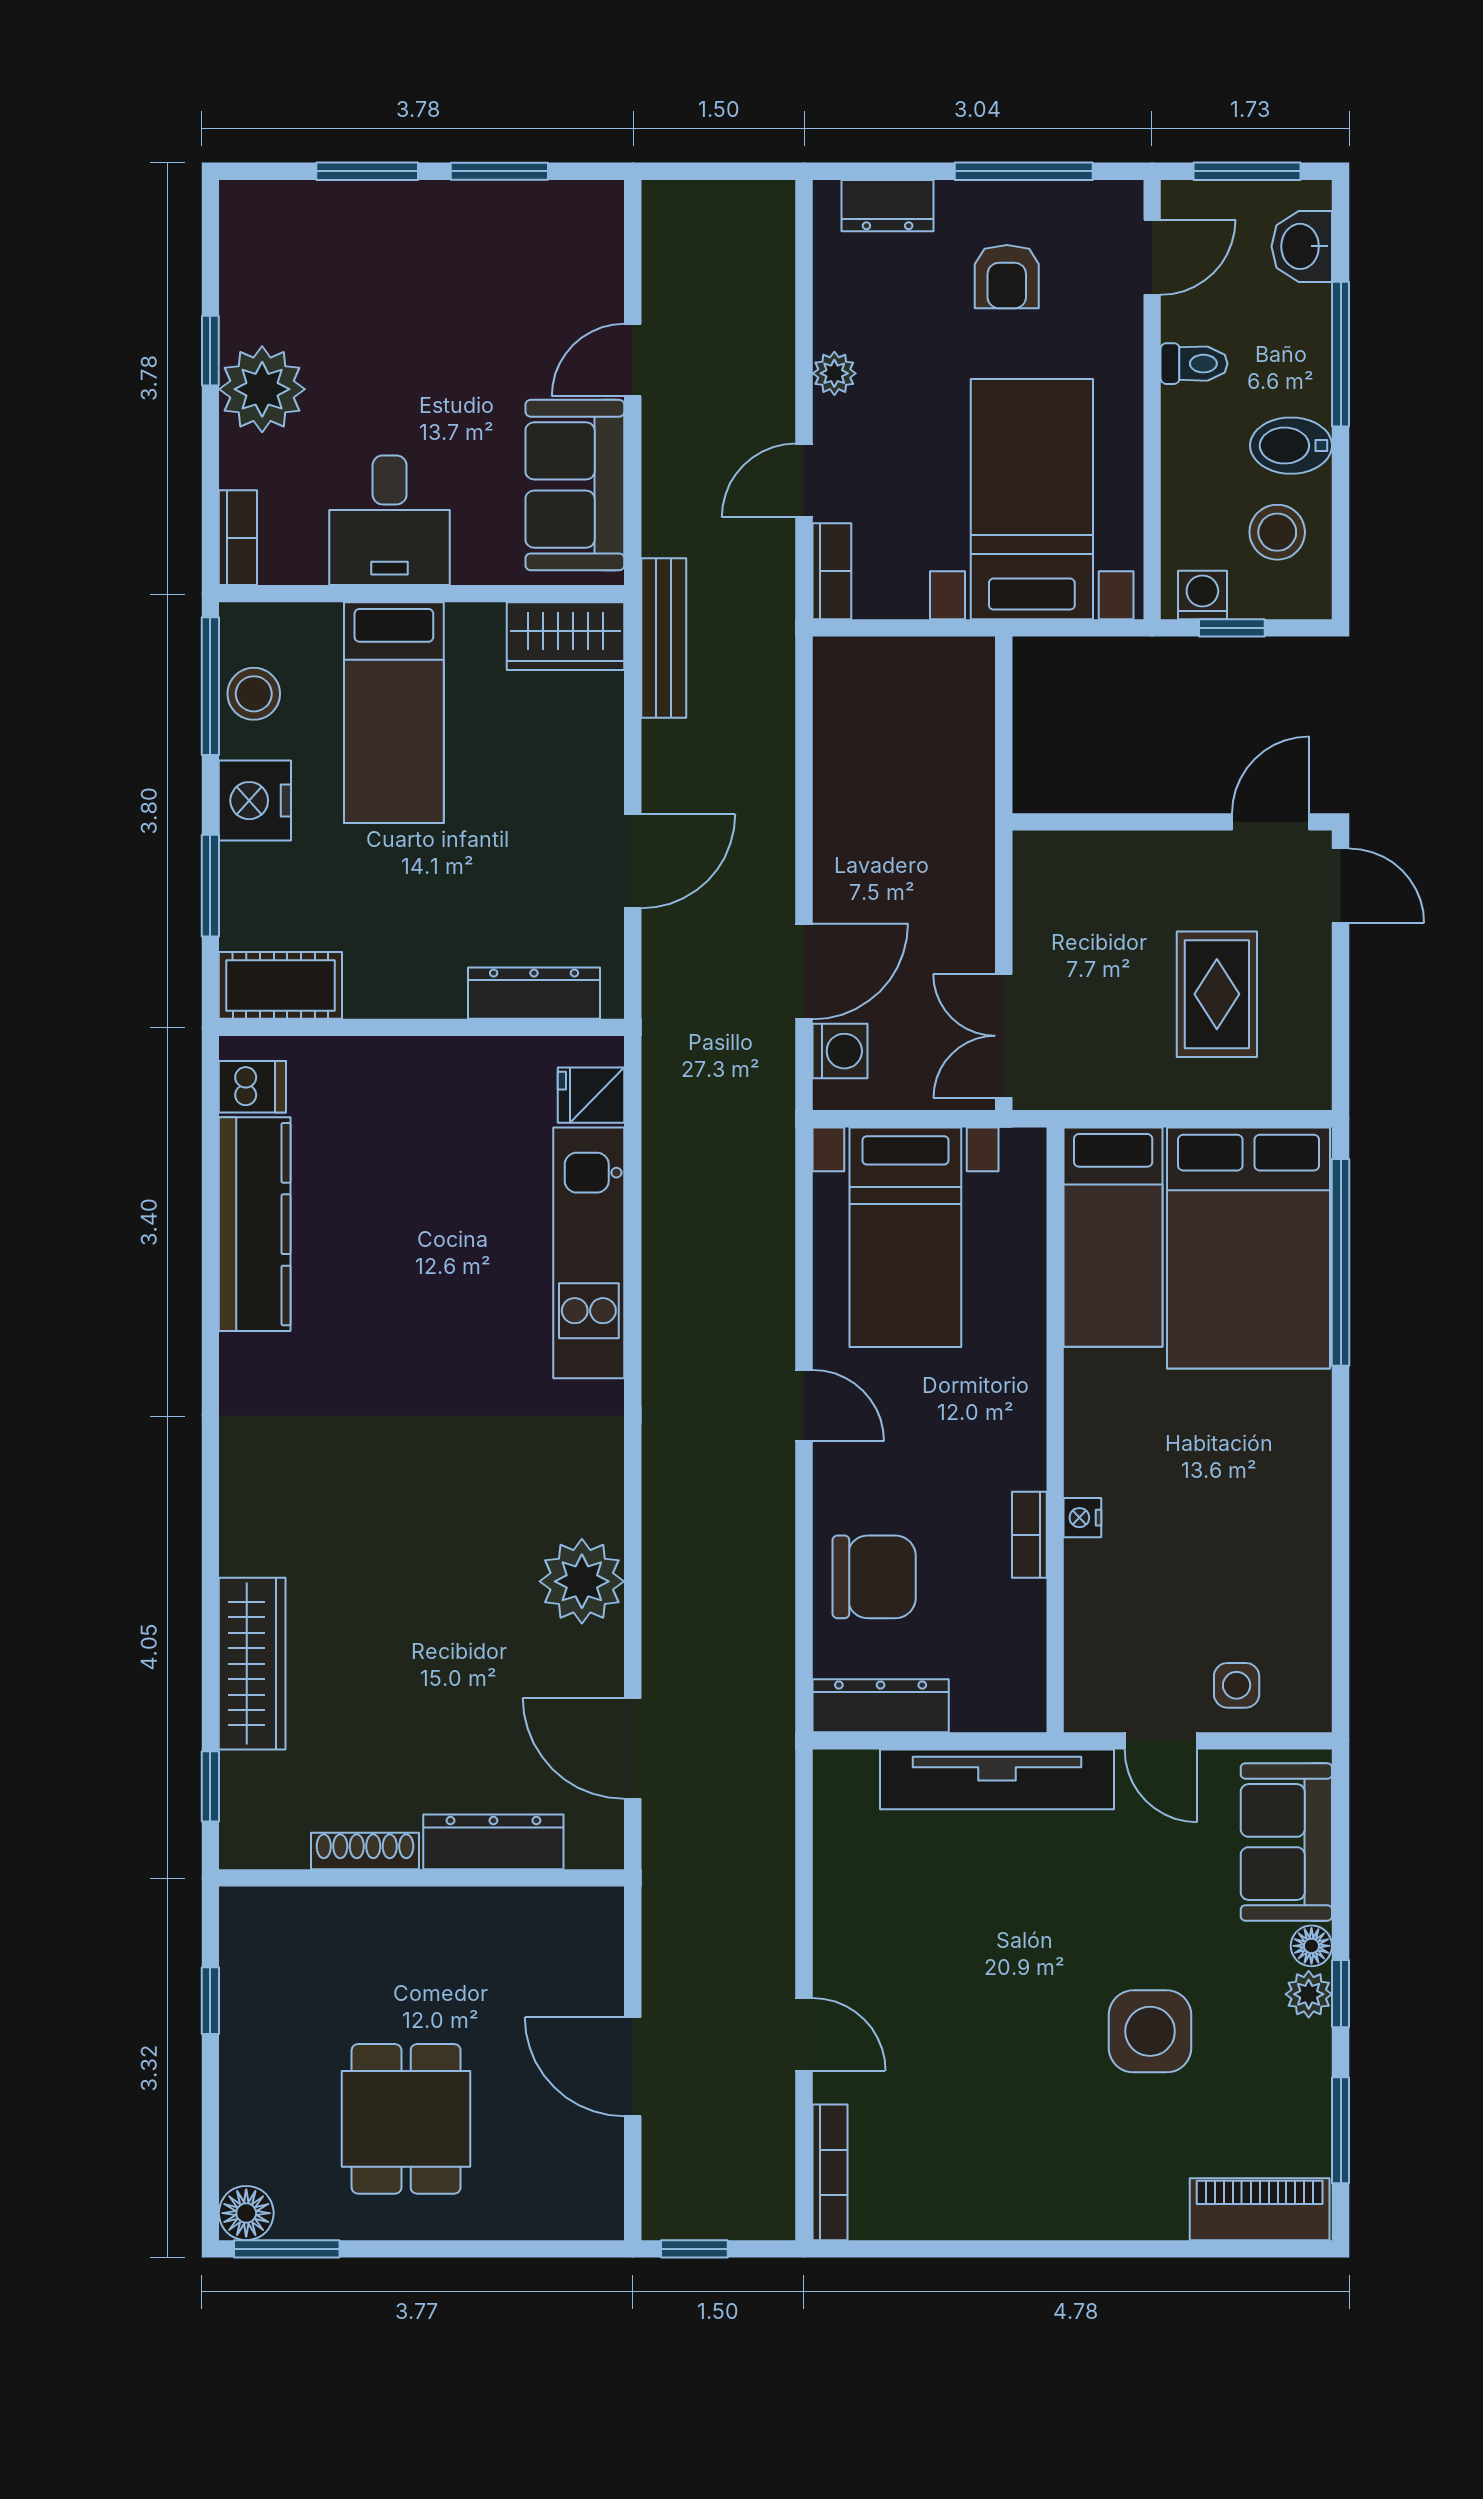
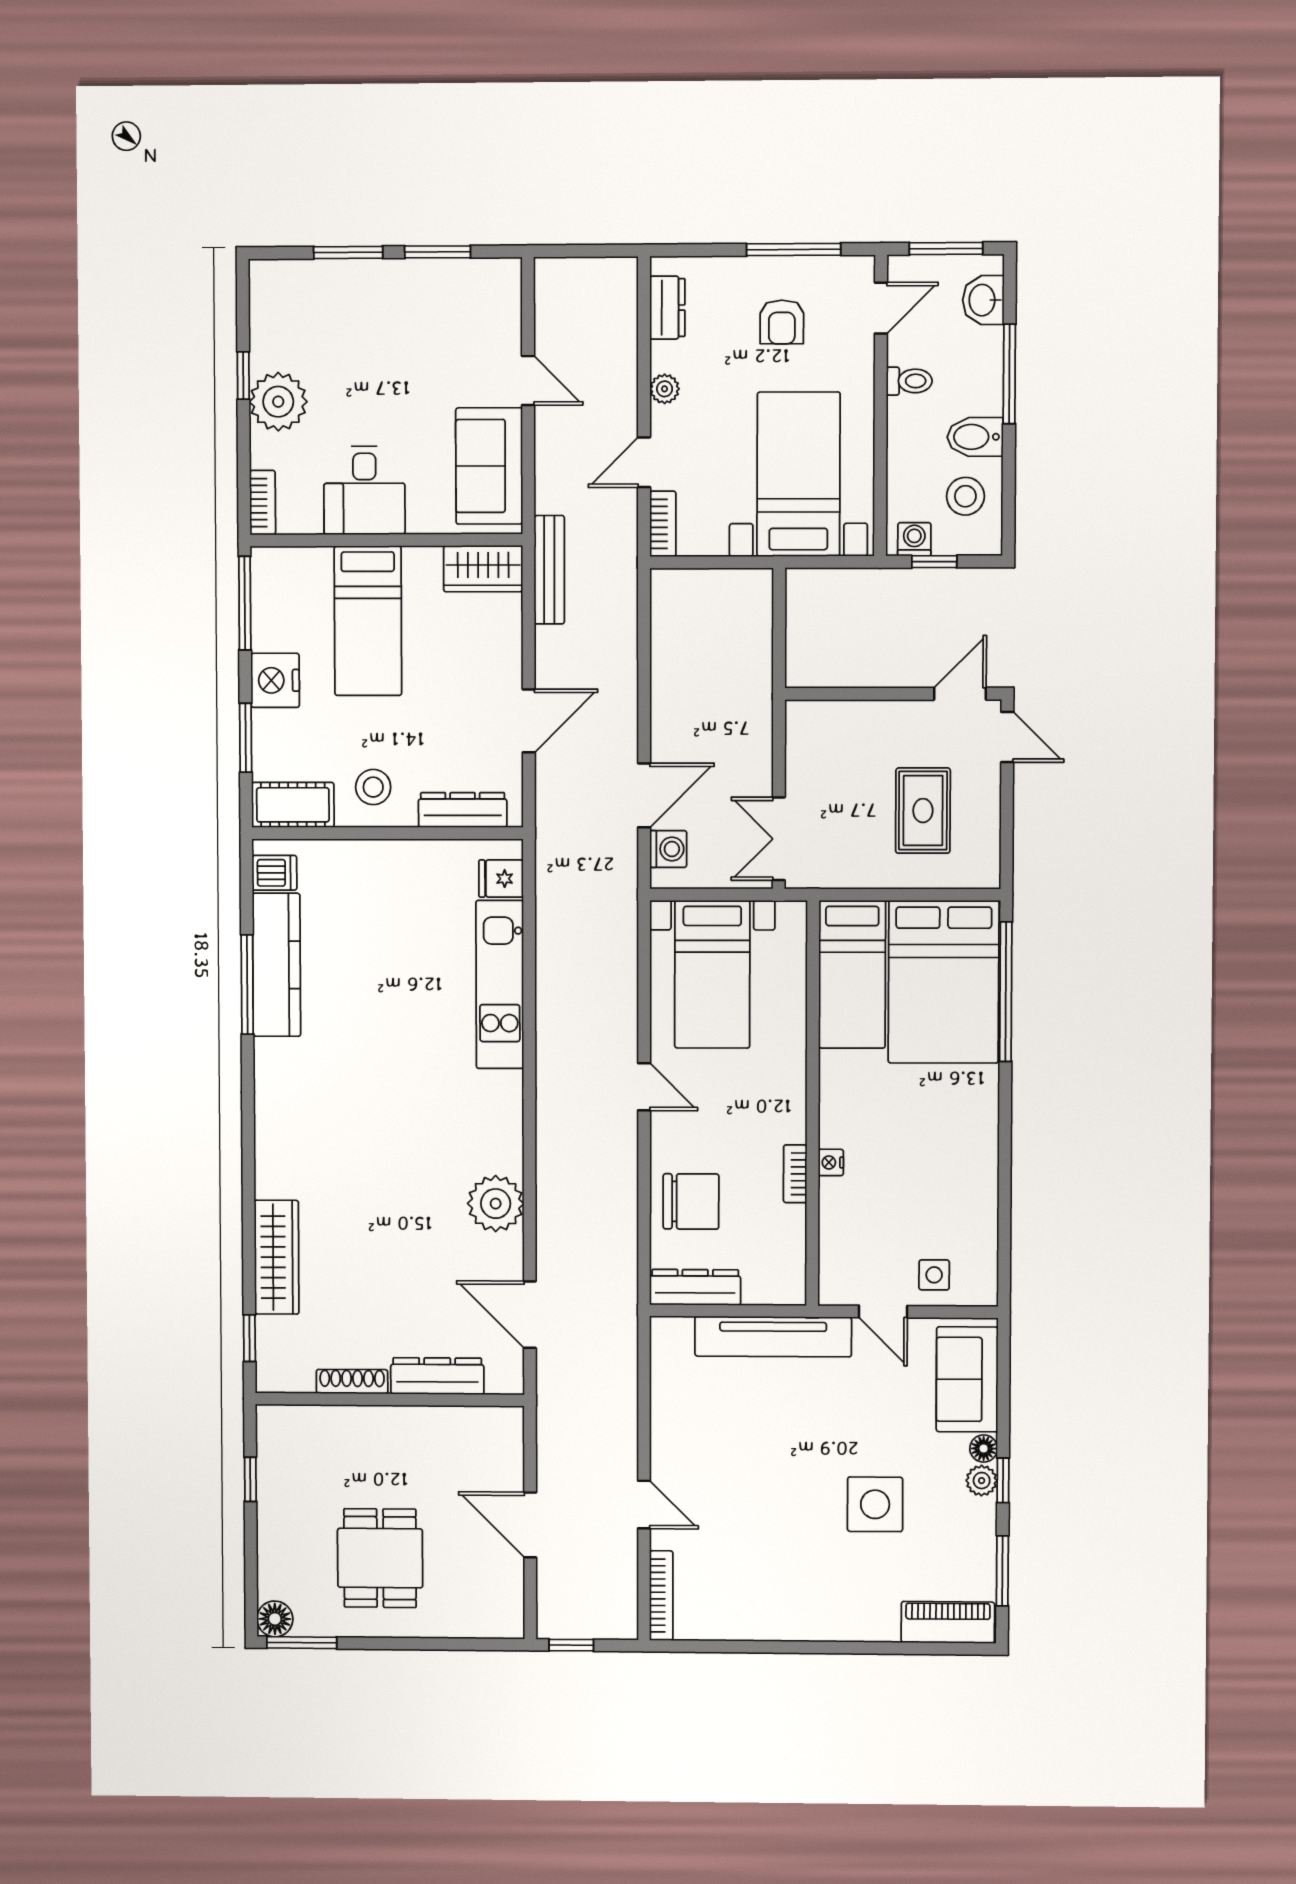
dresser: (888, 206) -> (667, 308), moved, turned -90
door: (633, 360) -> (528, 381), swing flipped
stool: (254, 694) -> (373, 787), moved
window: (210, 1254) -> (247, 984), added

